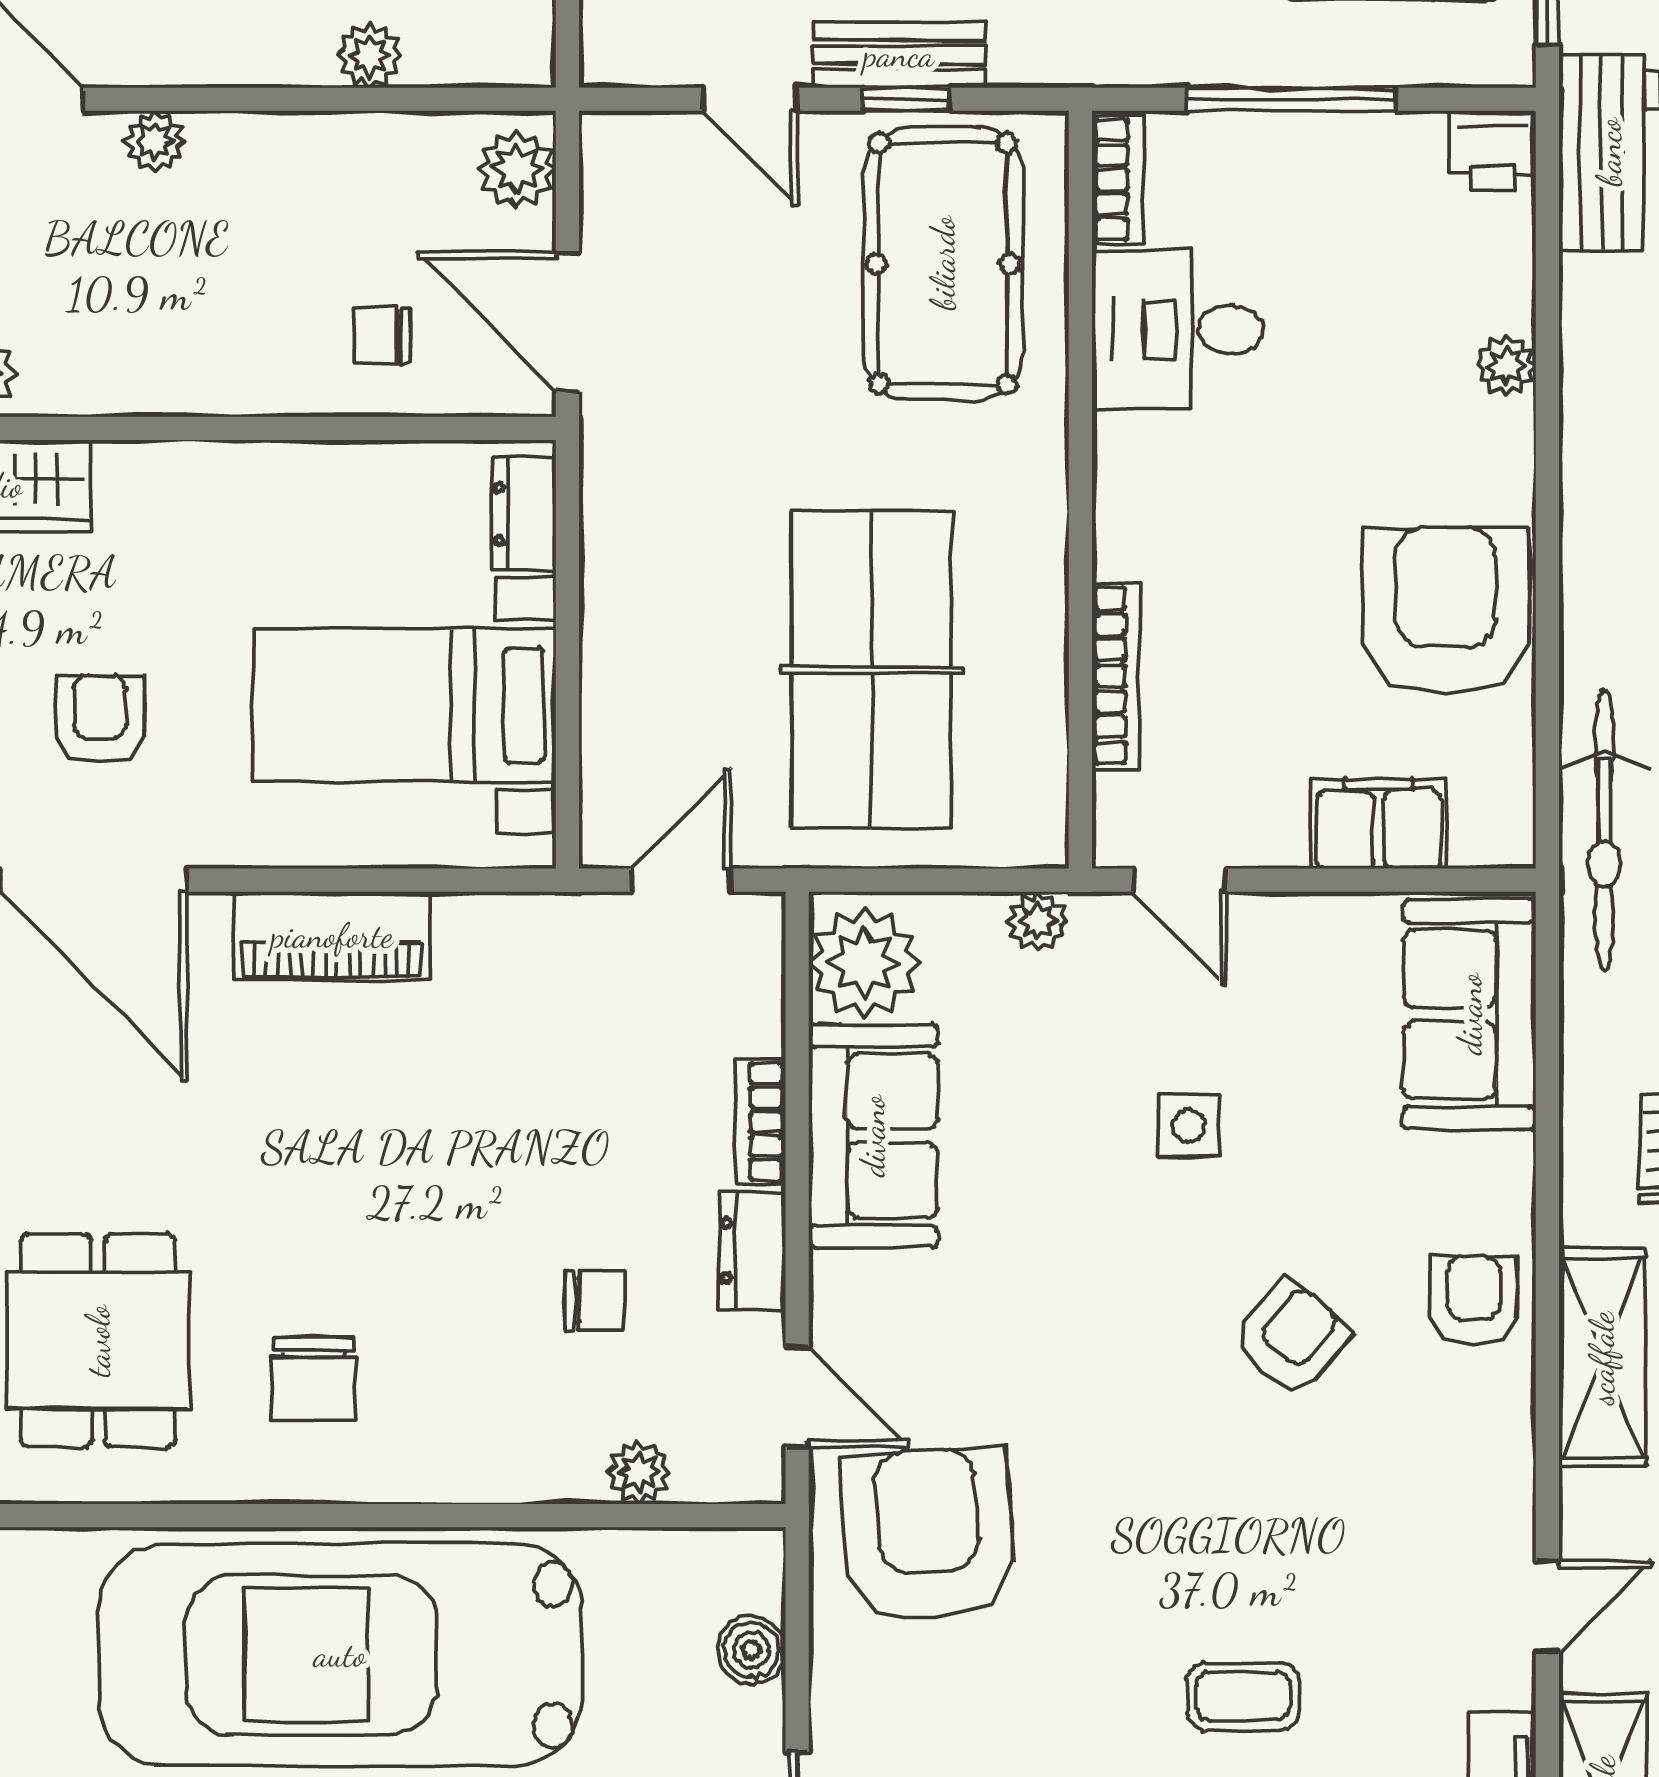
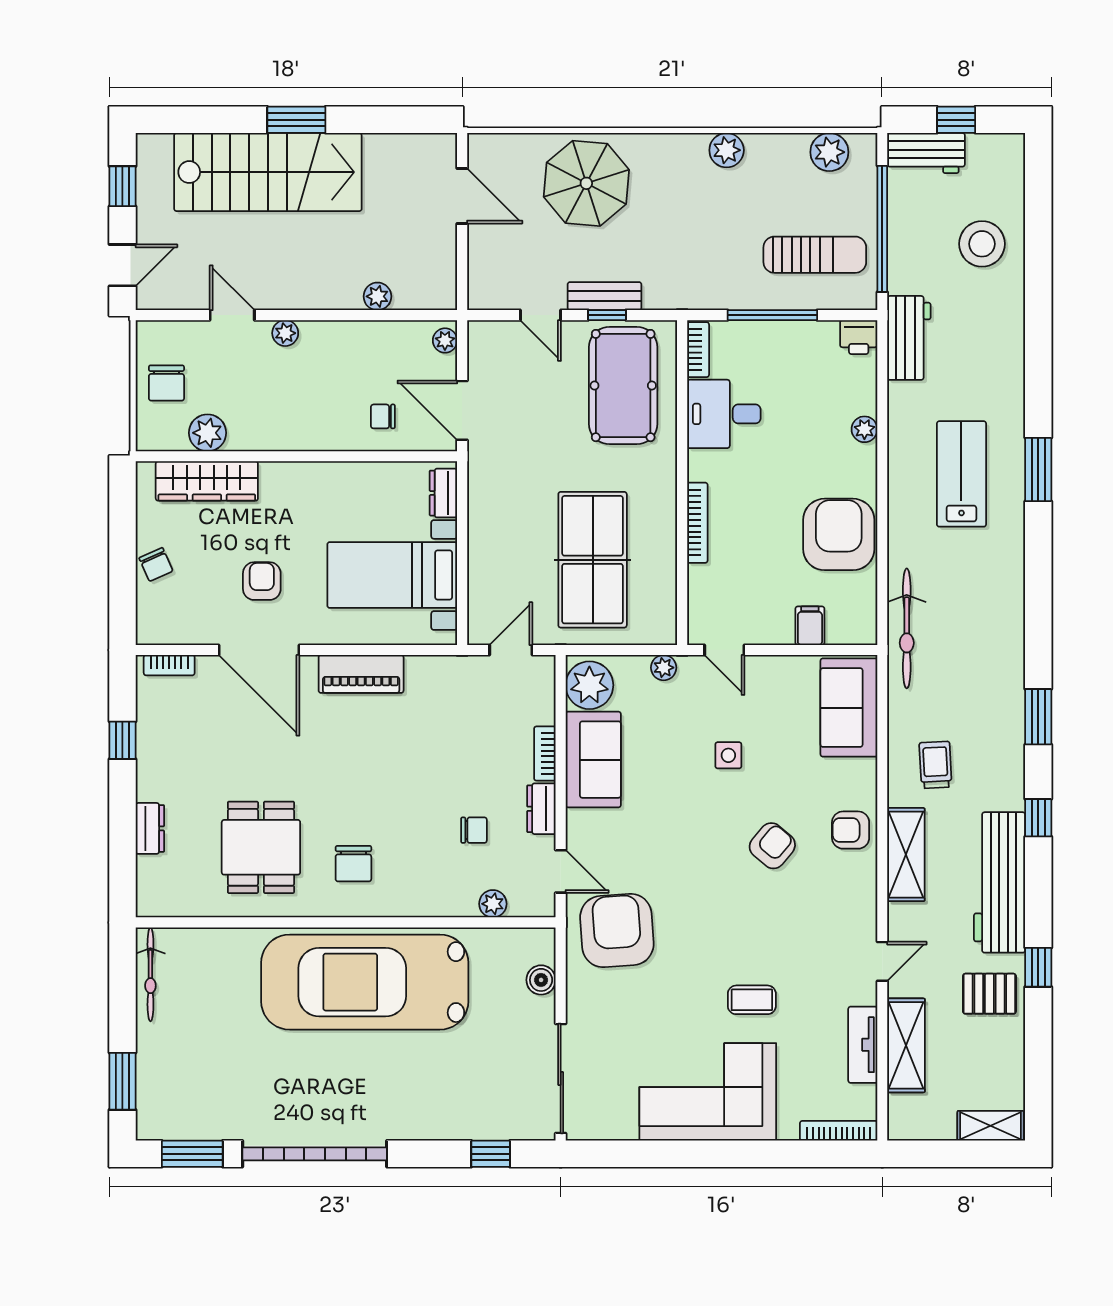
plant: (517, 169) -> (445, 340), width x0.73, depth x0.73
bookcase: (1116, 676) -> (697, 523), moved
filing cabinet: (1379, 824) -> (810, 626), width x0.50
armchair: (1473, 1300) -> (851, 830), turned -90

